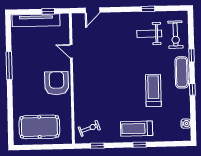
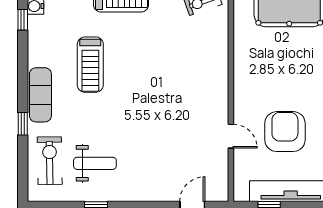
armchair: (57, 83) -> (285, 132), moved, turned 180
window: (192, 89) -> (23, 20), moved

